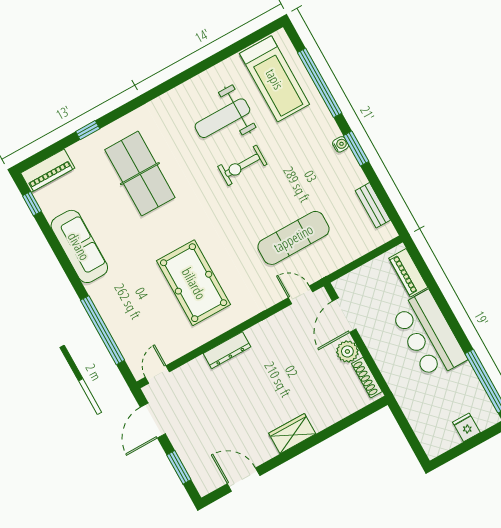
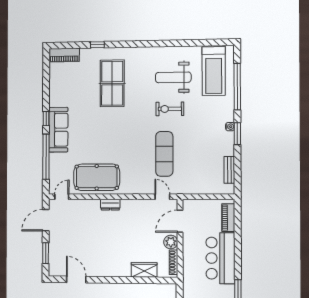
window: (32, 204) -> (46, 119), moved
exercise mat: (293, 238) -> (164, 154), moved, turned 90
sofa: (79, 246) -> (58, 130), moved
pool table: (194, 283) -> (97, 177), moved, turned 90
dresser: (227, 350) -> (110, 205), width x0.70
wardrobe: (292, 434) -> (144, 270), moved

